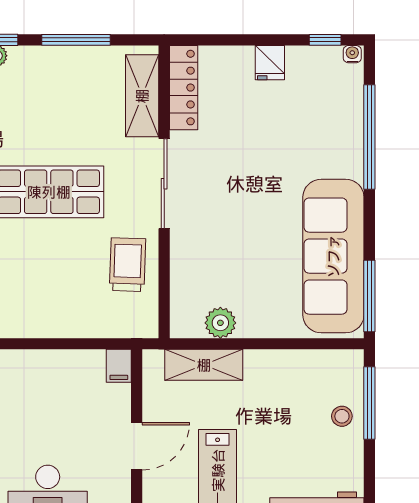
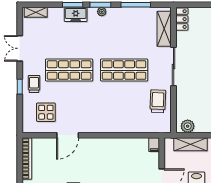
locker: (184, 88) -> (182, 19), width x0.66
plant: (220, 323) -> (188, 126), moved

